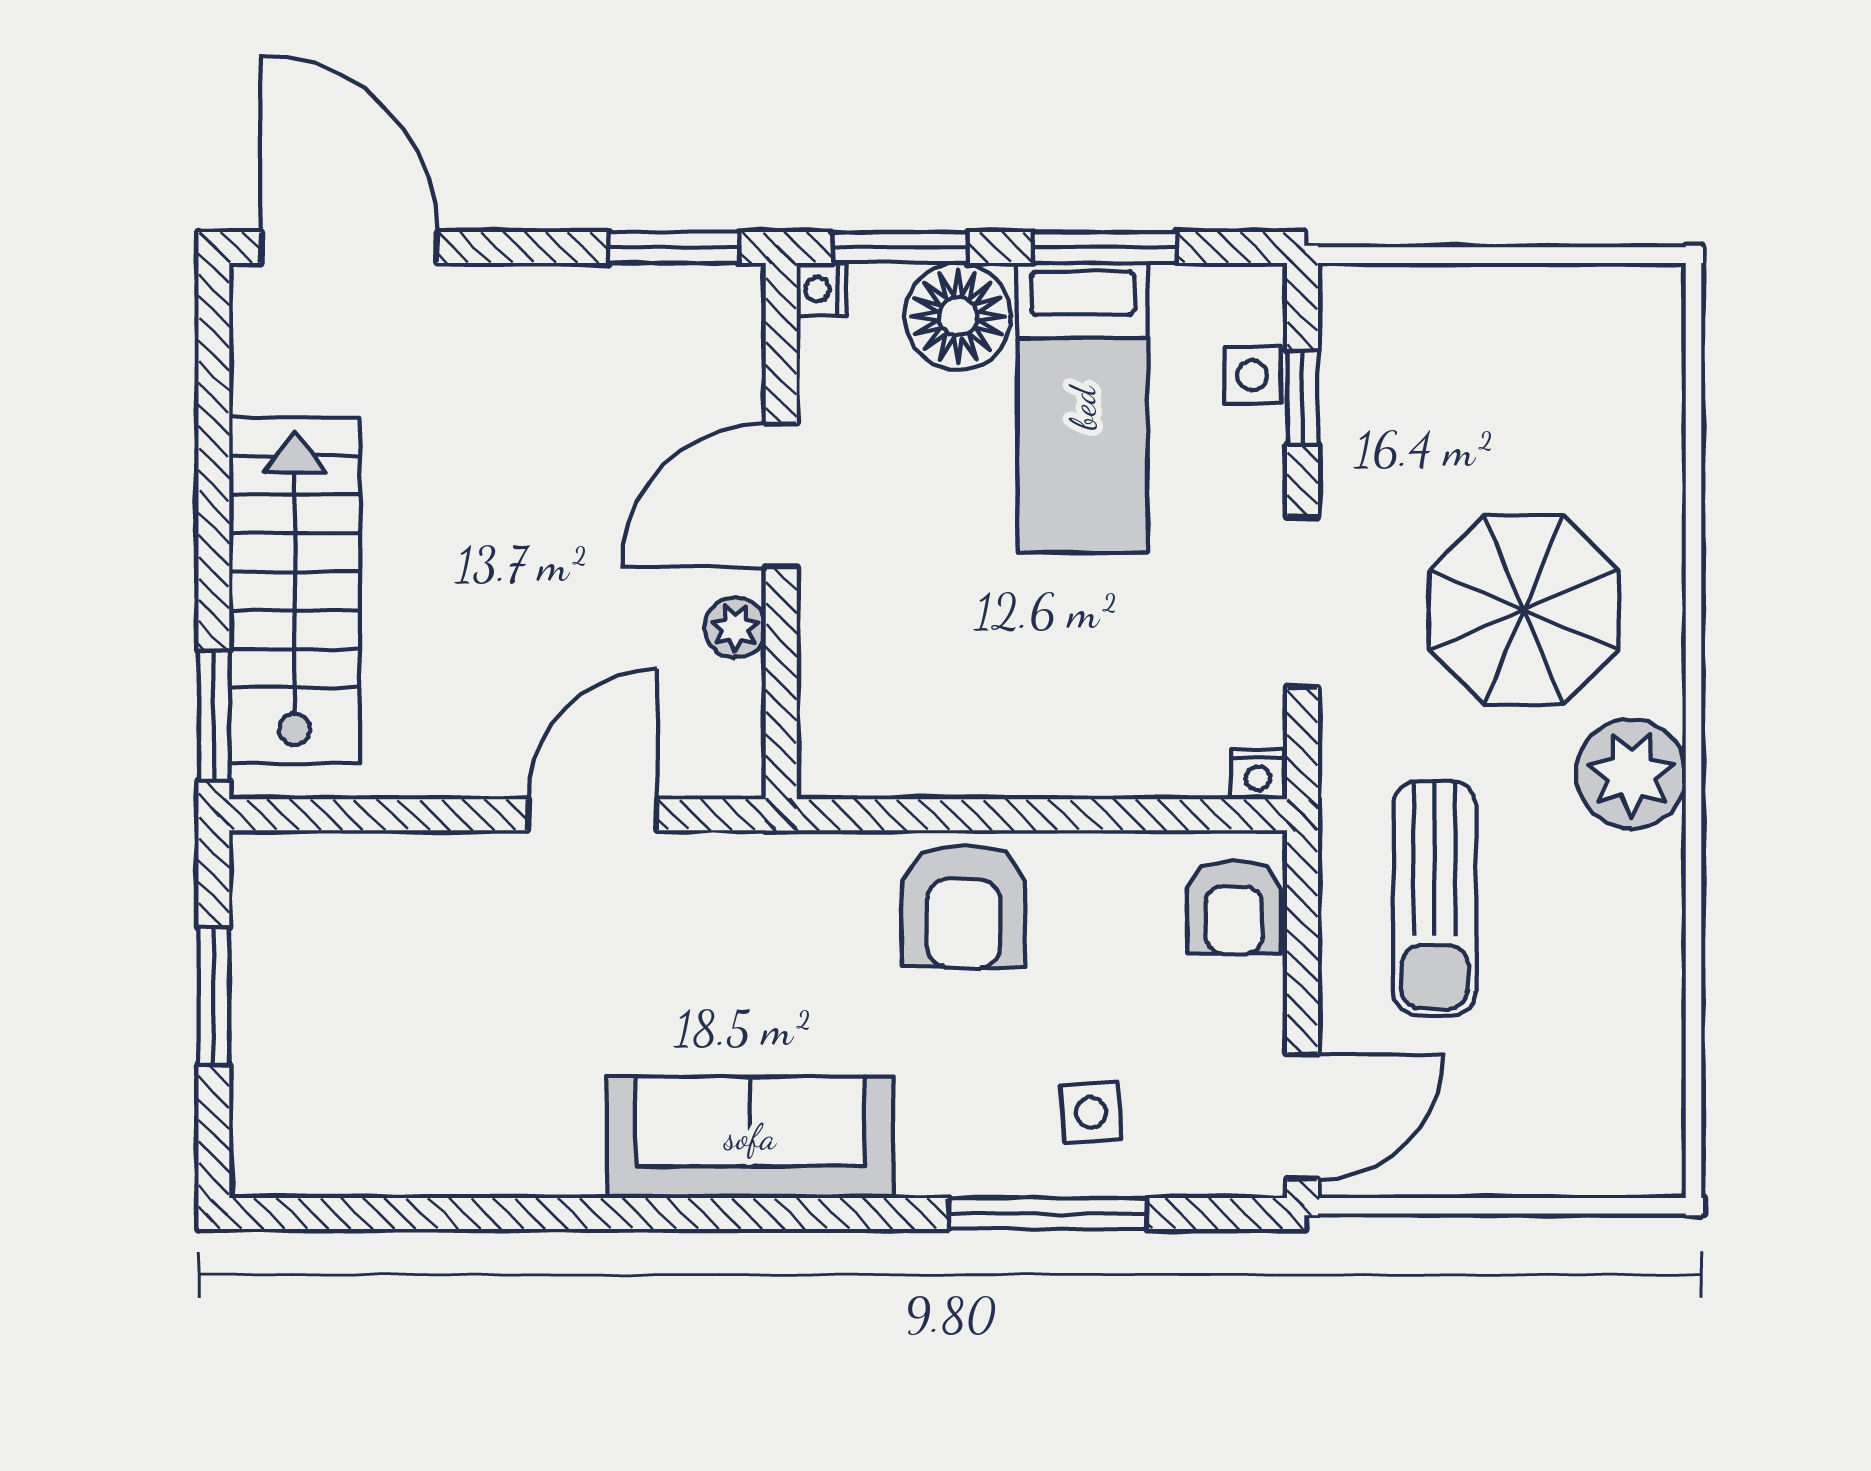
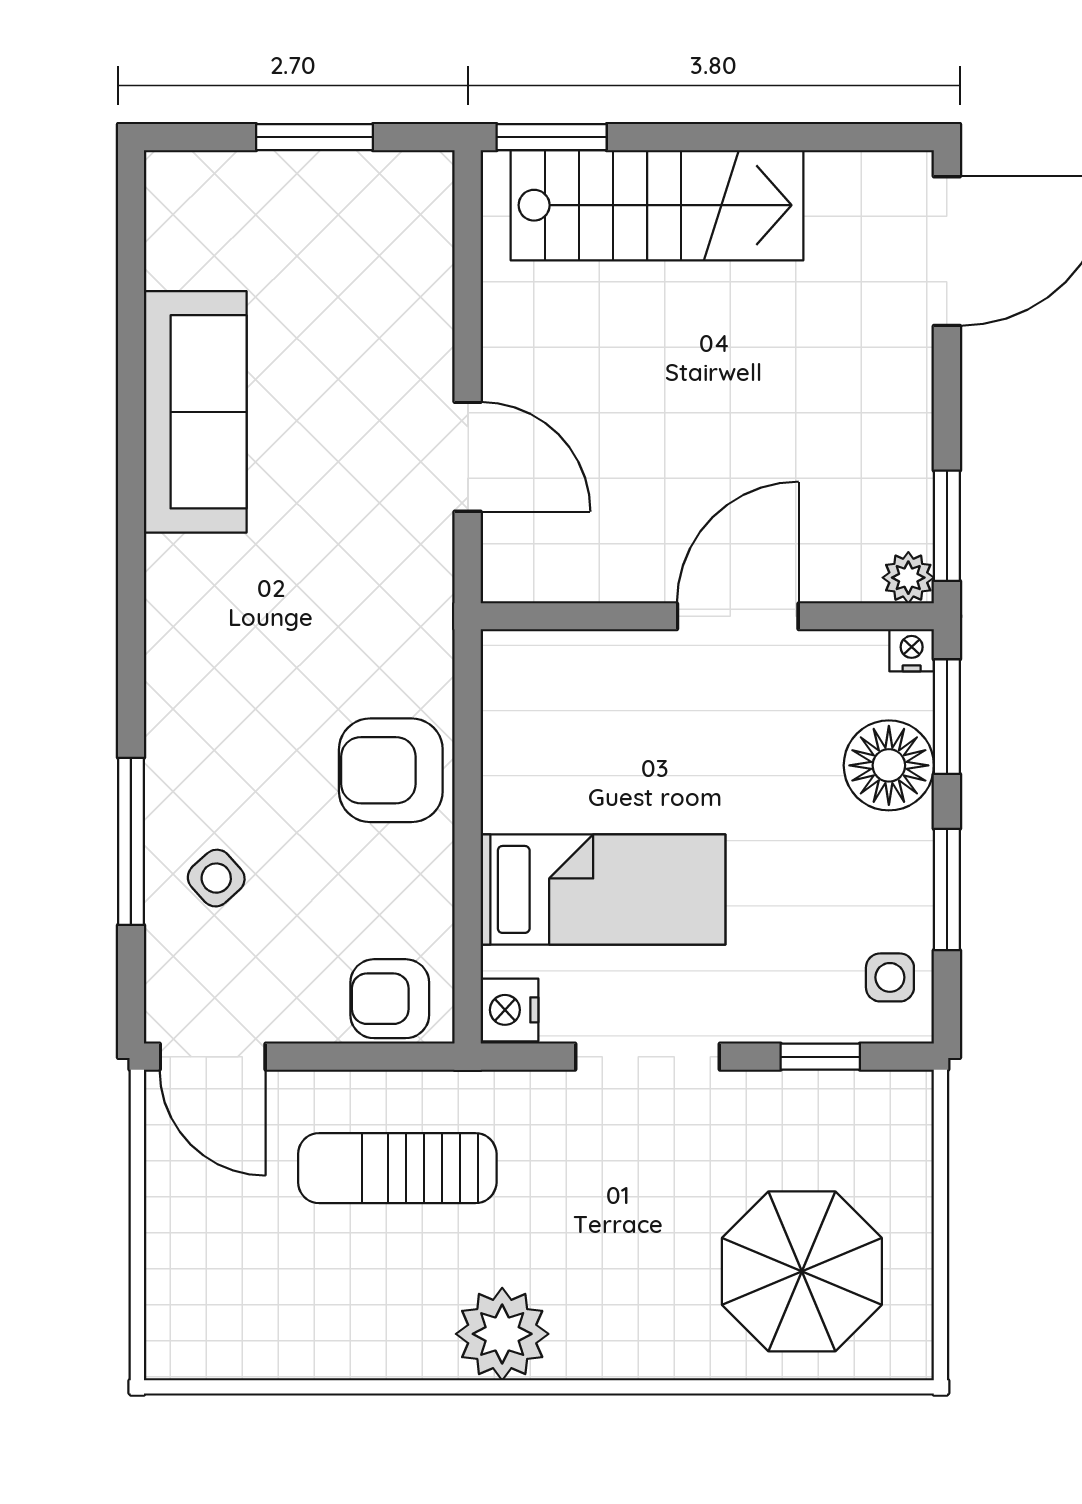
side table: (1253, 375) -> (890, 977), moved
bed: (1083, 408) -> (603, 889), moved, turned 180
door: (781, 495) -> (738, 616), hinge flipped
parasol: (1524, 610) -> (802, 1271), moved
plant: (735, 628) -> (908, 578), moved
nightstand: (1258, 774) -> (510, 1010), width x1.39, depth x1.35
side table: (1091, 1113) -> (216, 878), turned -38
sofa: (750, 1137) -> (195, 412), moved

